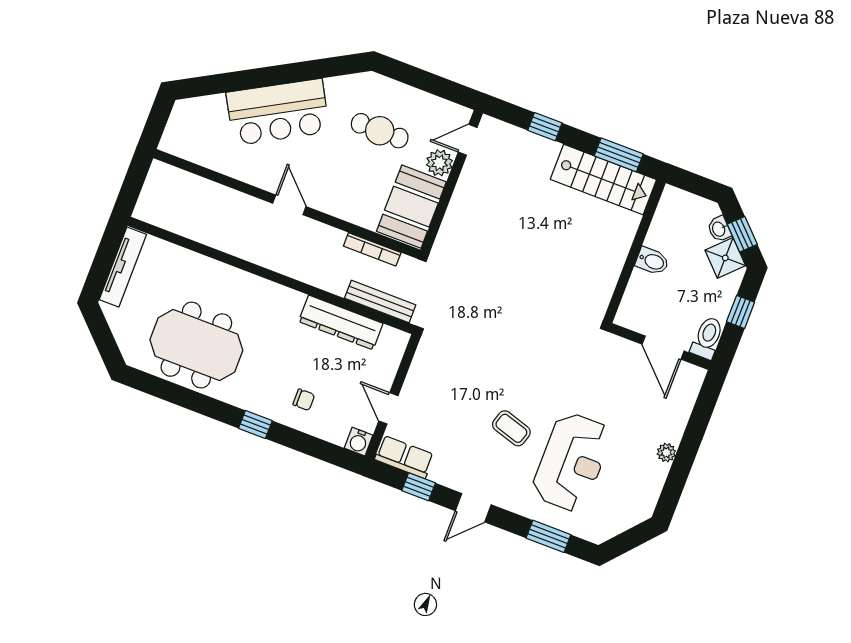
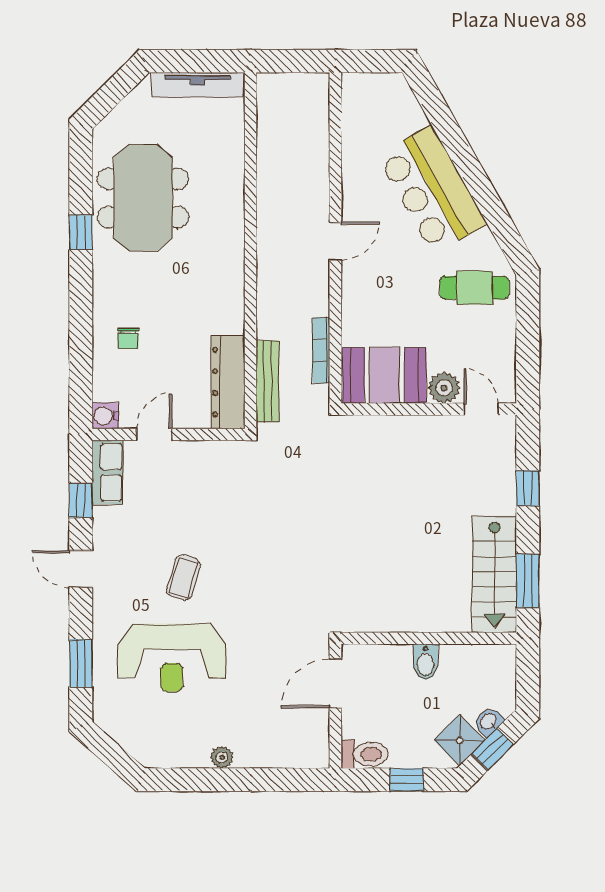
cafe table: (380, 131) -> (474, 288), moved, turned 90
dresser: (341, 322) -> (228, 382), moved
door: (663, 348) -> (335, 684), moved
window: (255, 424) -> (81, 232), moved

